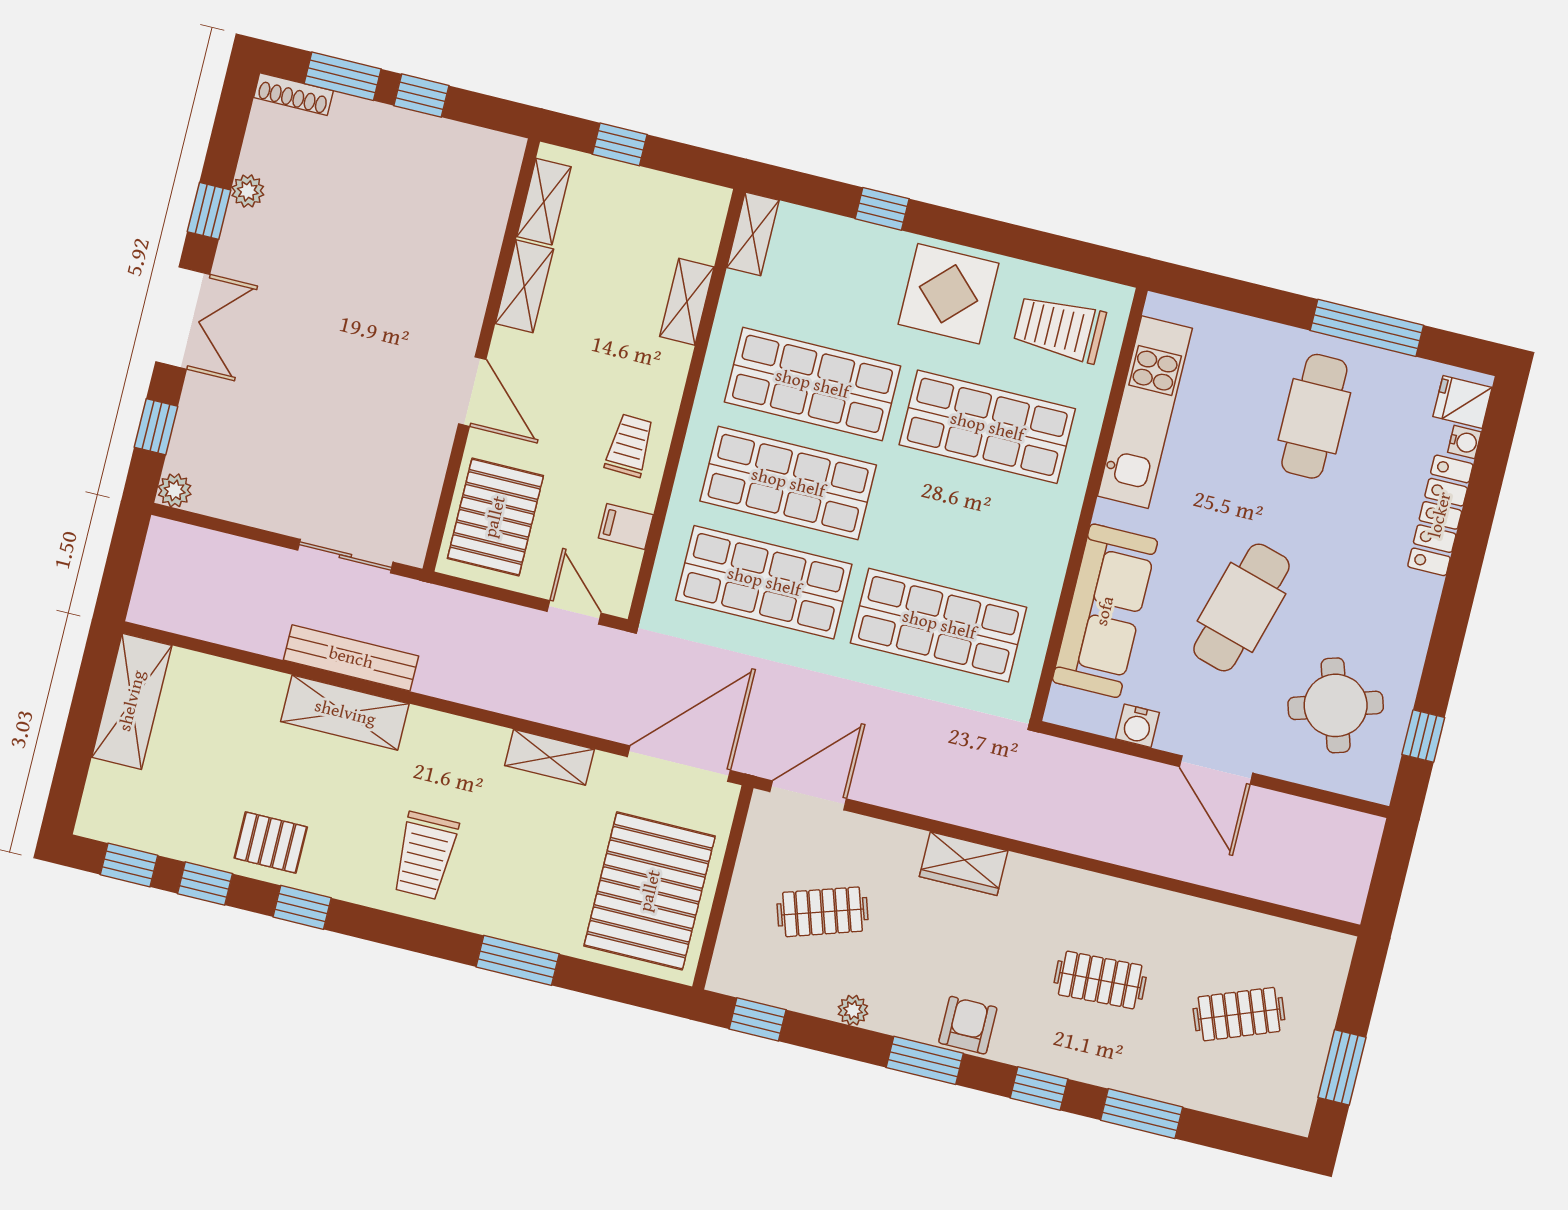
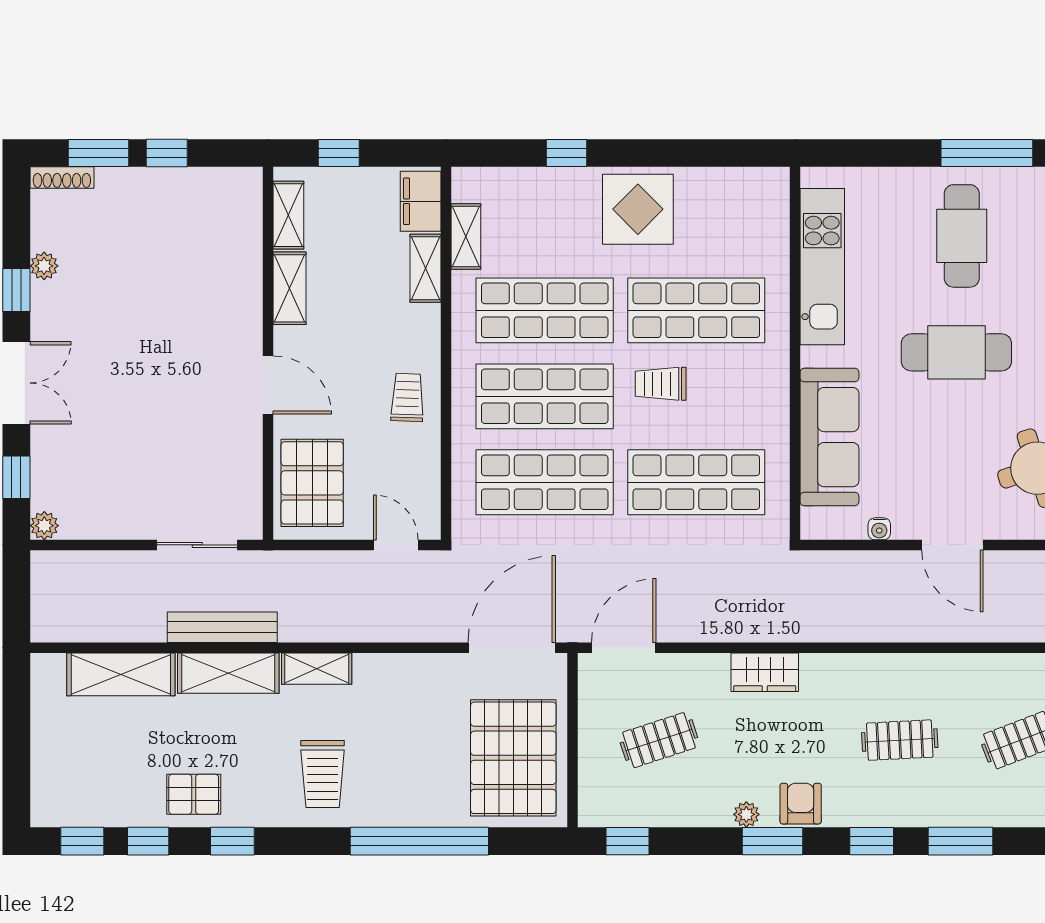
shelving: (753, 234) -> (466, 237), moved
trolley: (1060, 329) -> (661, 384), moved, width x0.73, depth x0.72
filing cabinet: (626, 526) -> (421, 201), moved, width x2.00
cafe table: (1241, 607) -> (956, 352), moved, turned 74
shelving: (132, 701) -> (121, 674), moved, turned 90
water cooler: (1138, 726) -> (879, 529), width x0.72, depth x0.72
shelving: (550, 757) -> (317, 669), moved
window: (518, 960) -> (419, 841), width x2.11
plant: (853, 1010) -> (746, 814), moved

